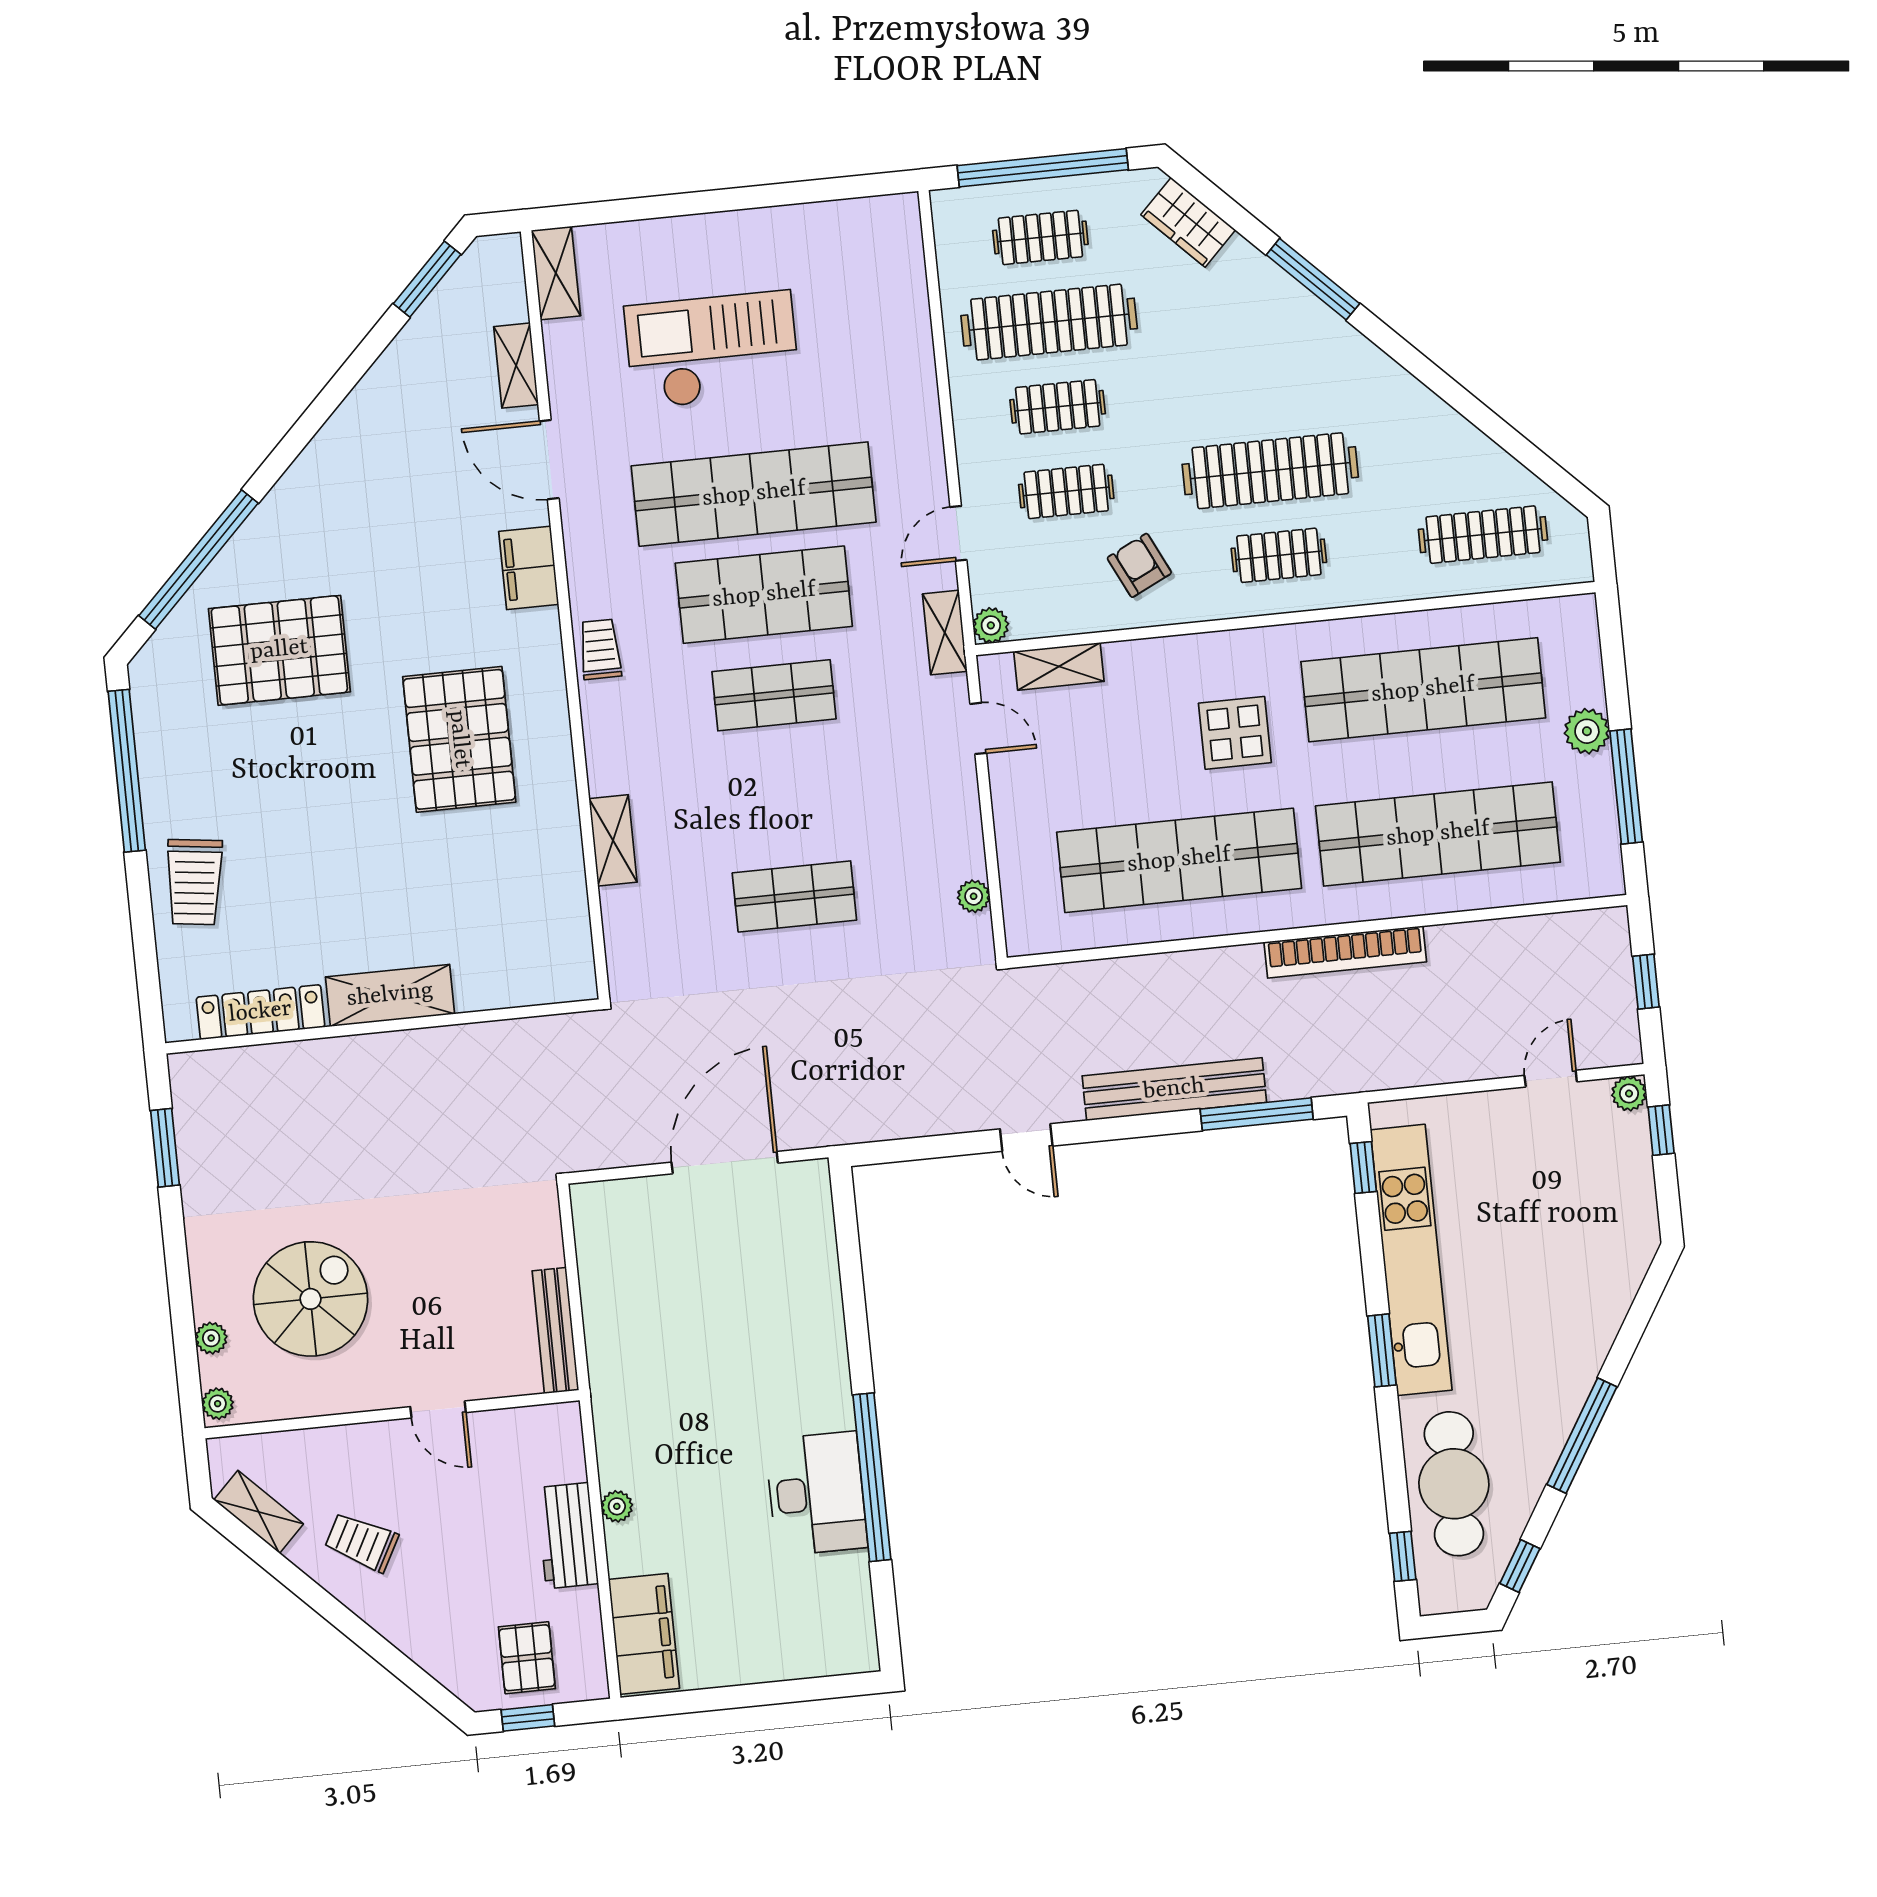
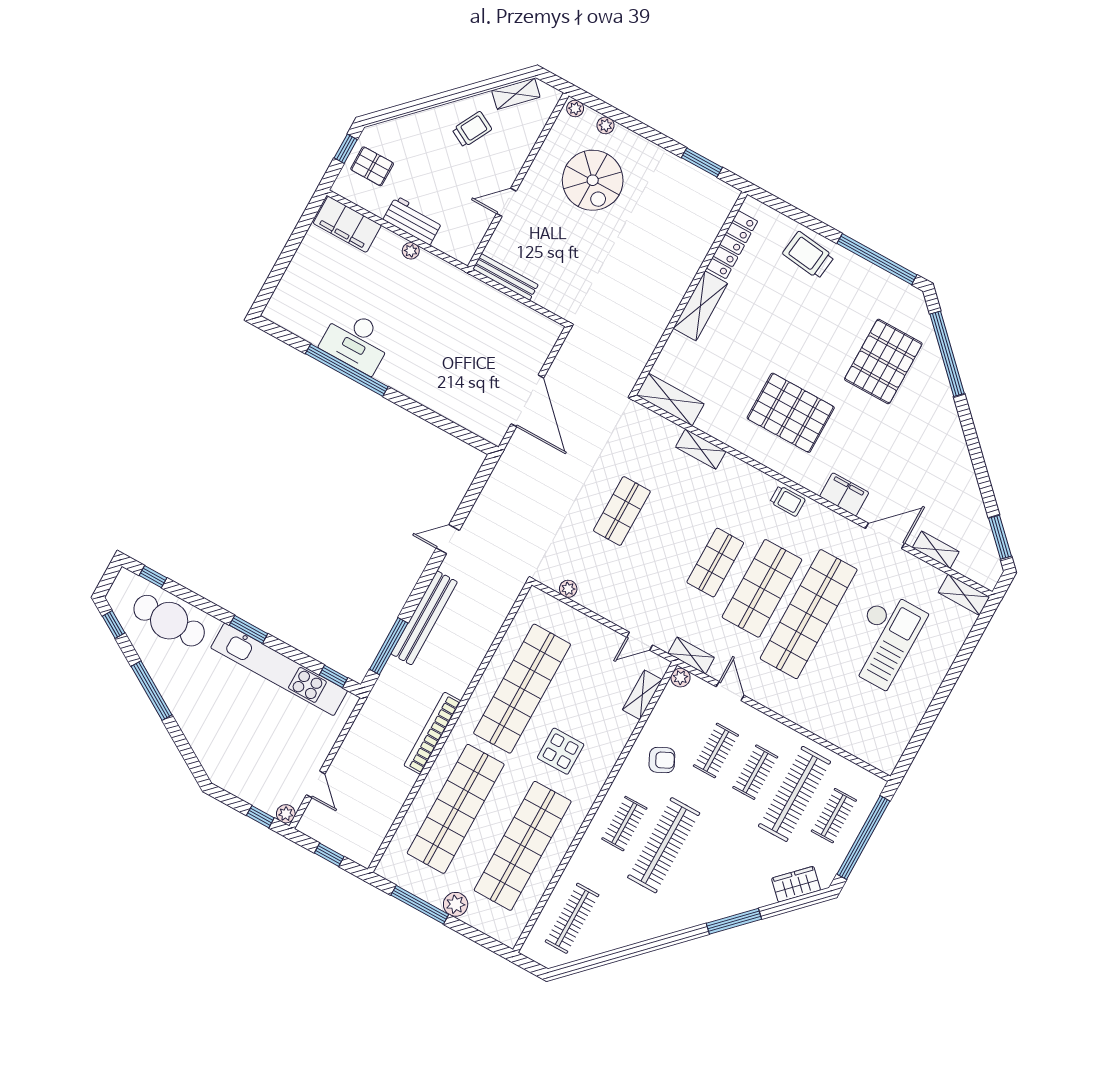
shelving: (569, 941) -> (670, 400), added

